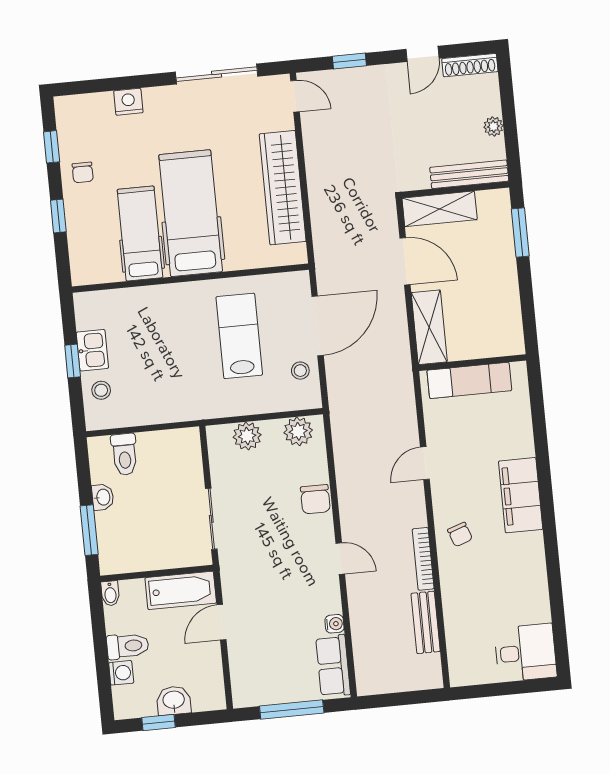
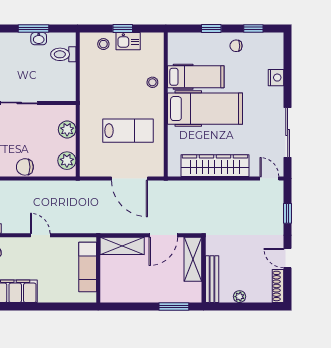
door: (295, 96) -> (269, 179), swing flipped
stool: (300, 371) -> (152, 82), moved
window: (89, 530) -> (33, 29), moved

